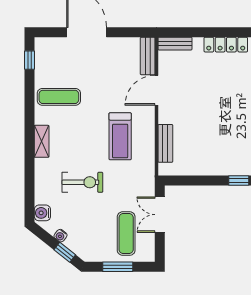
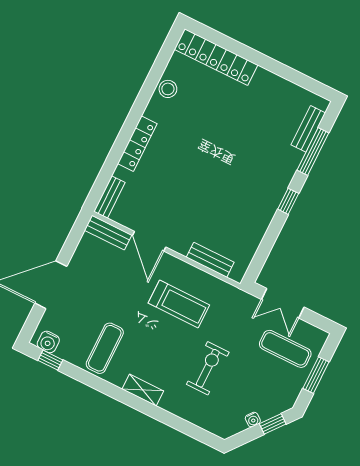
water cooler: (42, 213) -> (48, 342), moved

